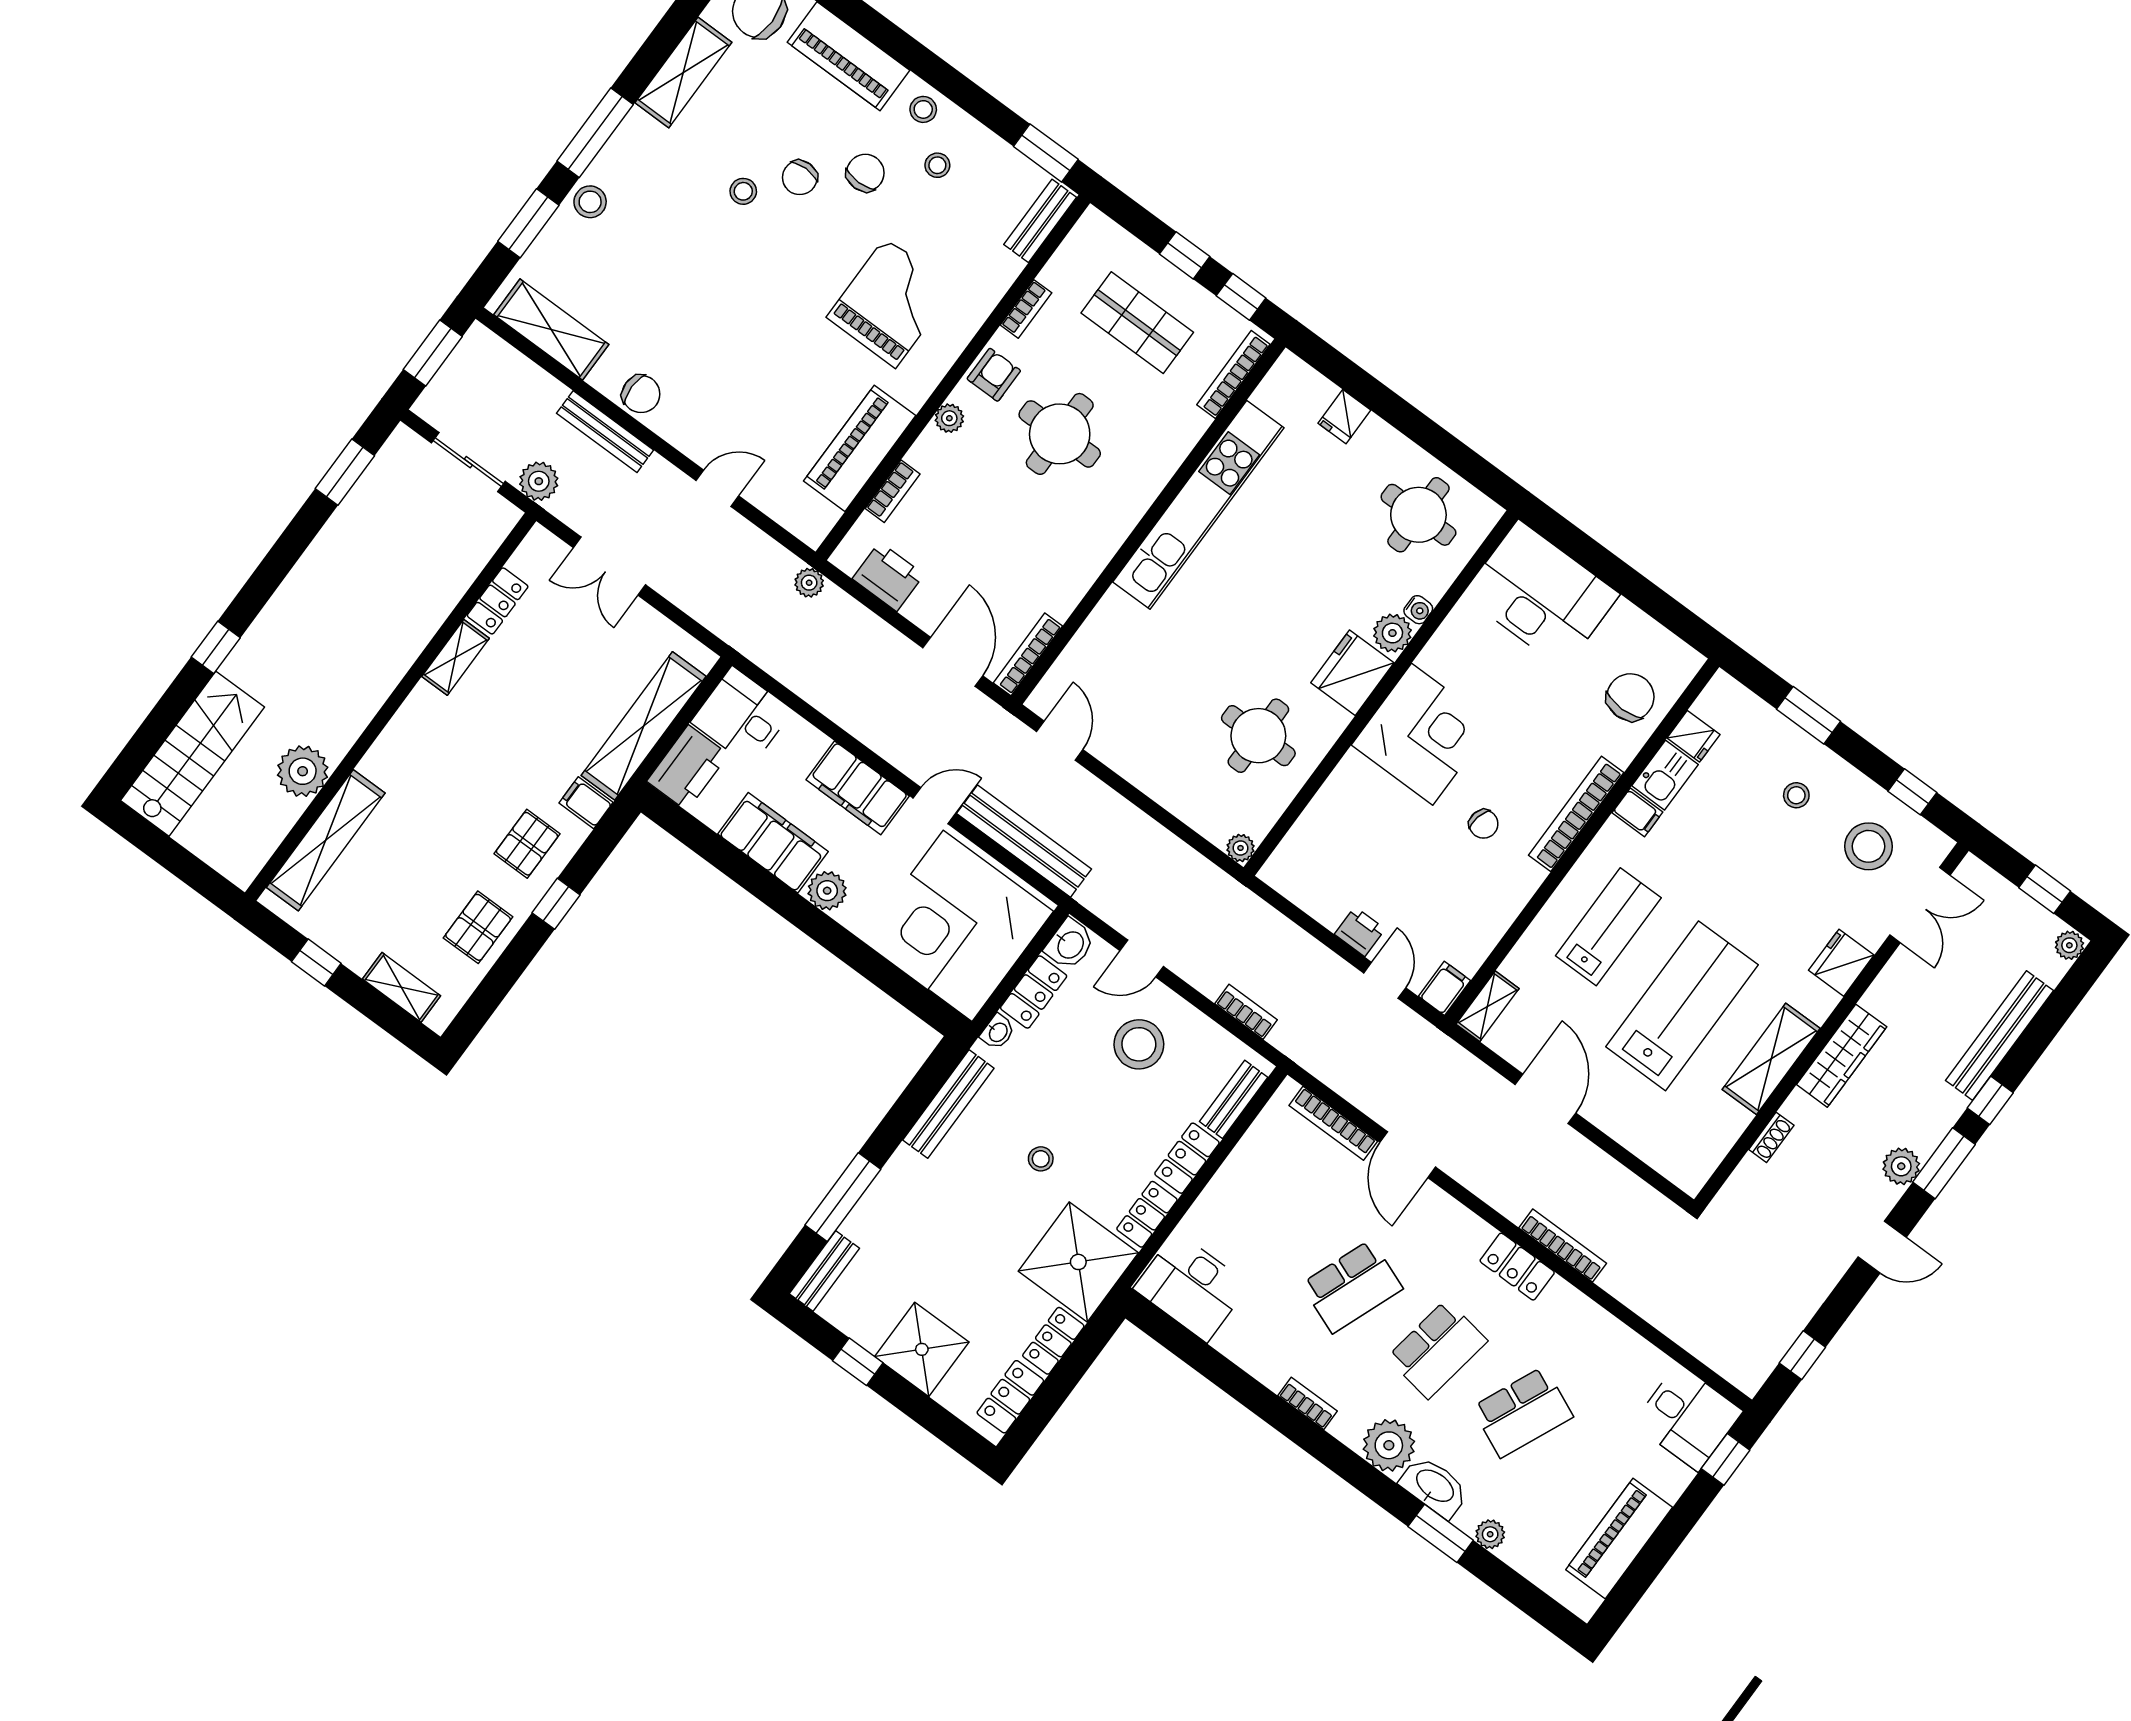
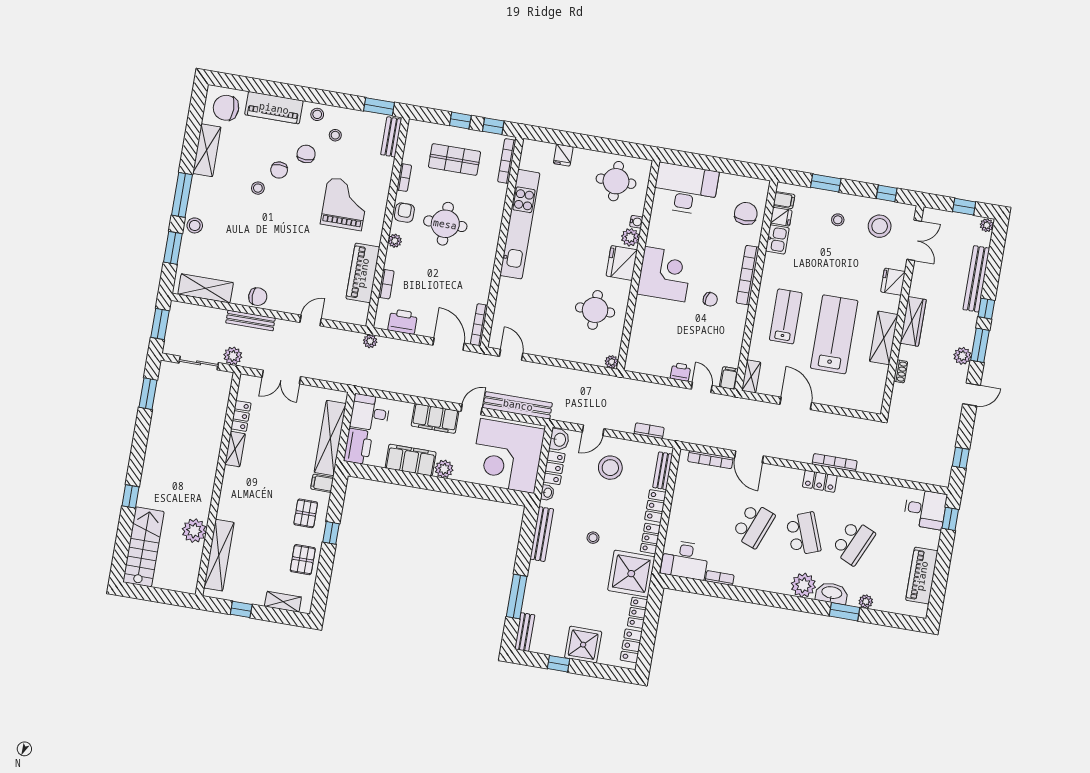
filing cabinet: (1637, 812) -> (784, 200), moved
school desk: (1437, 1349) -> (803, 534), turned -30
bookcase: (1308, 1403) -> (720, 578), moved

